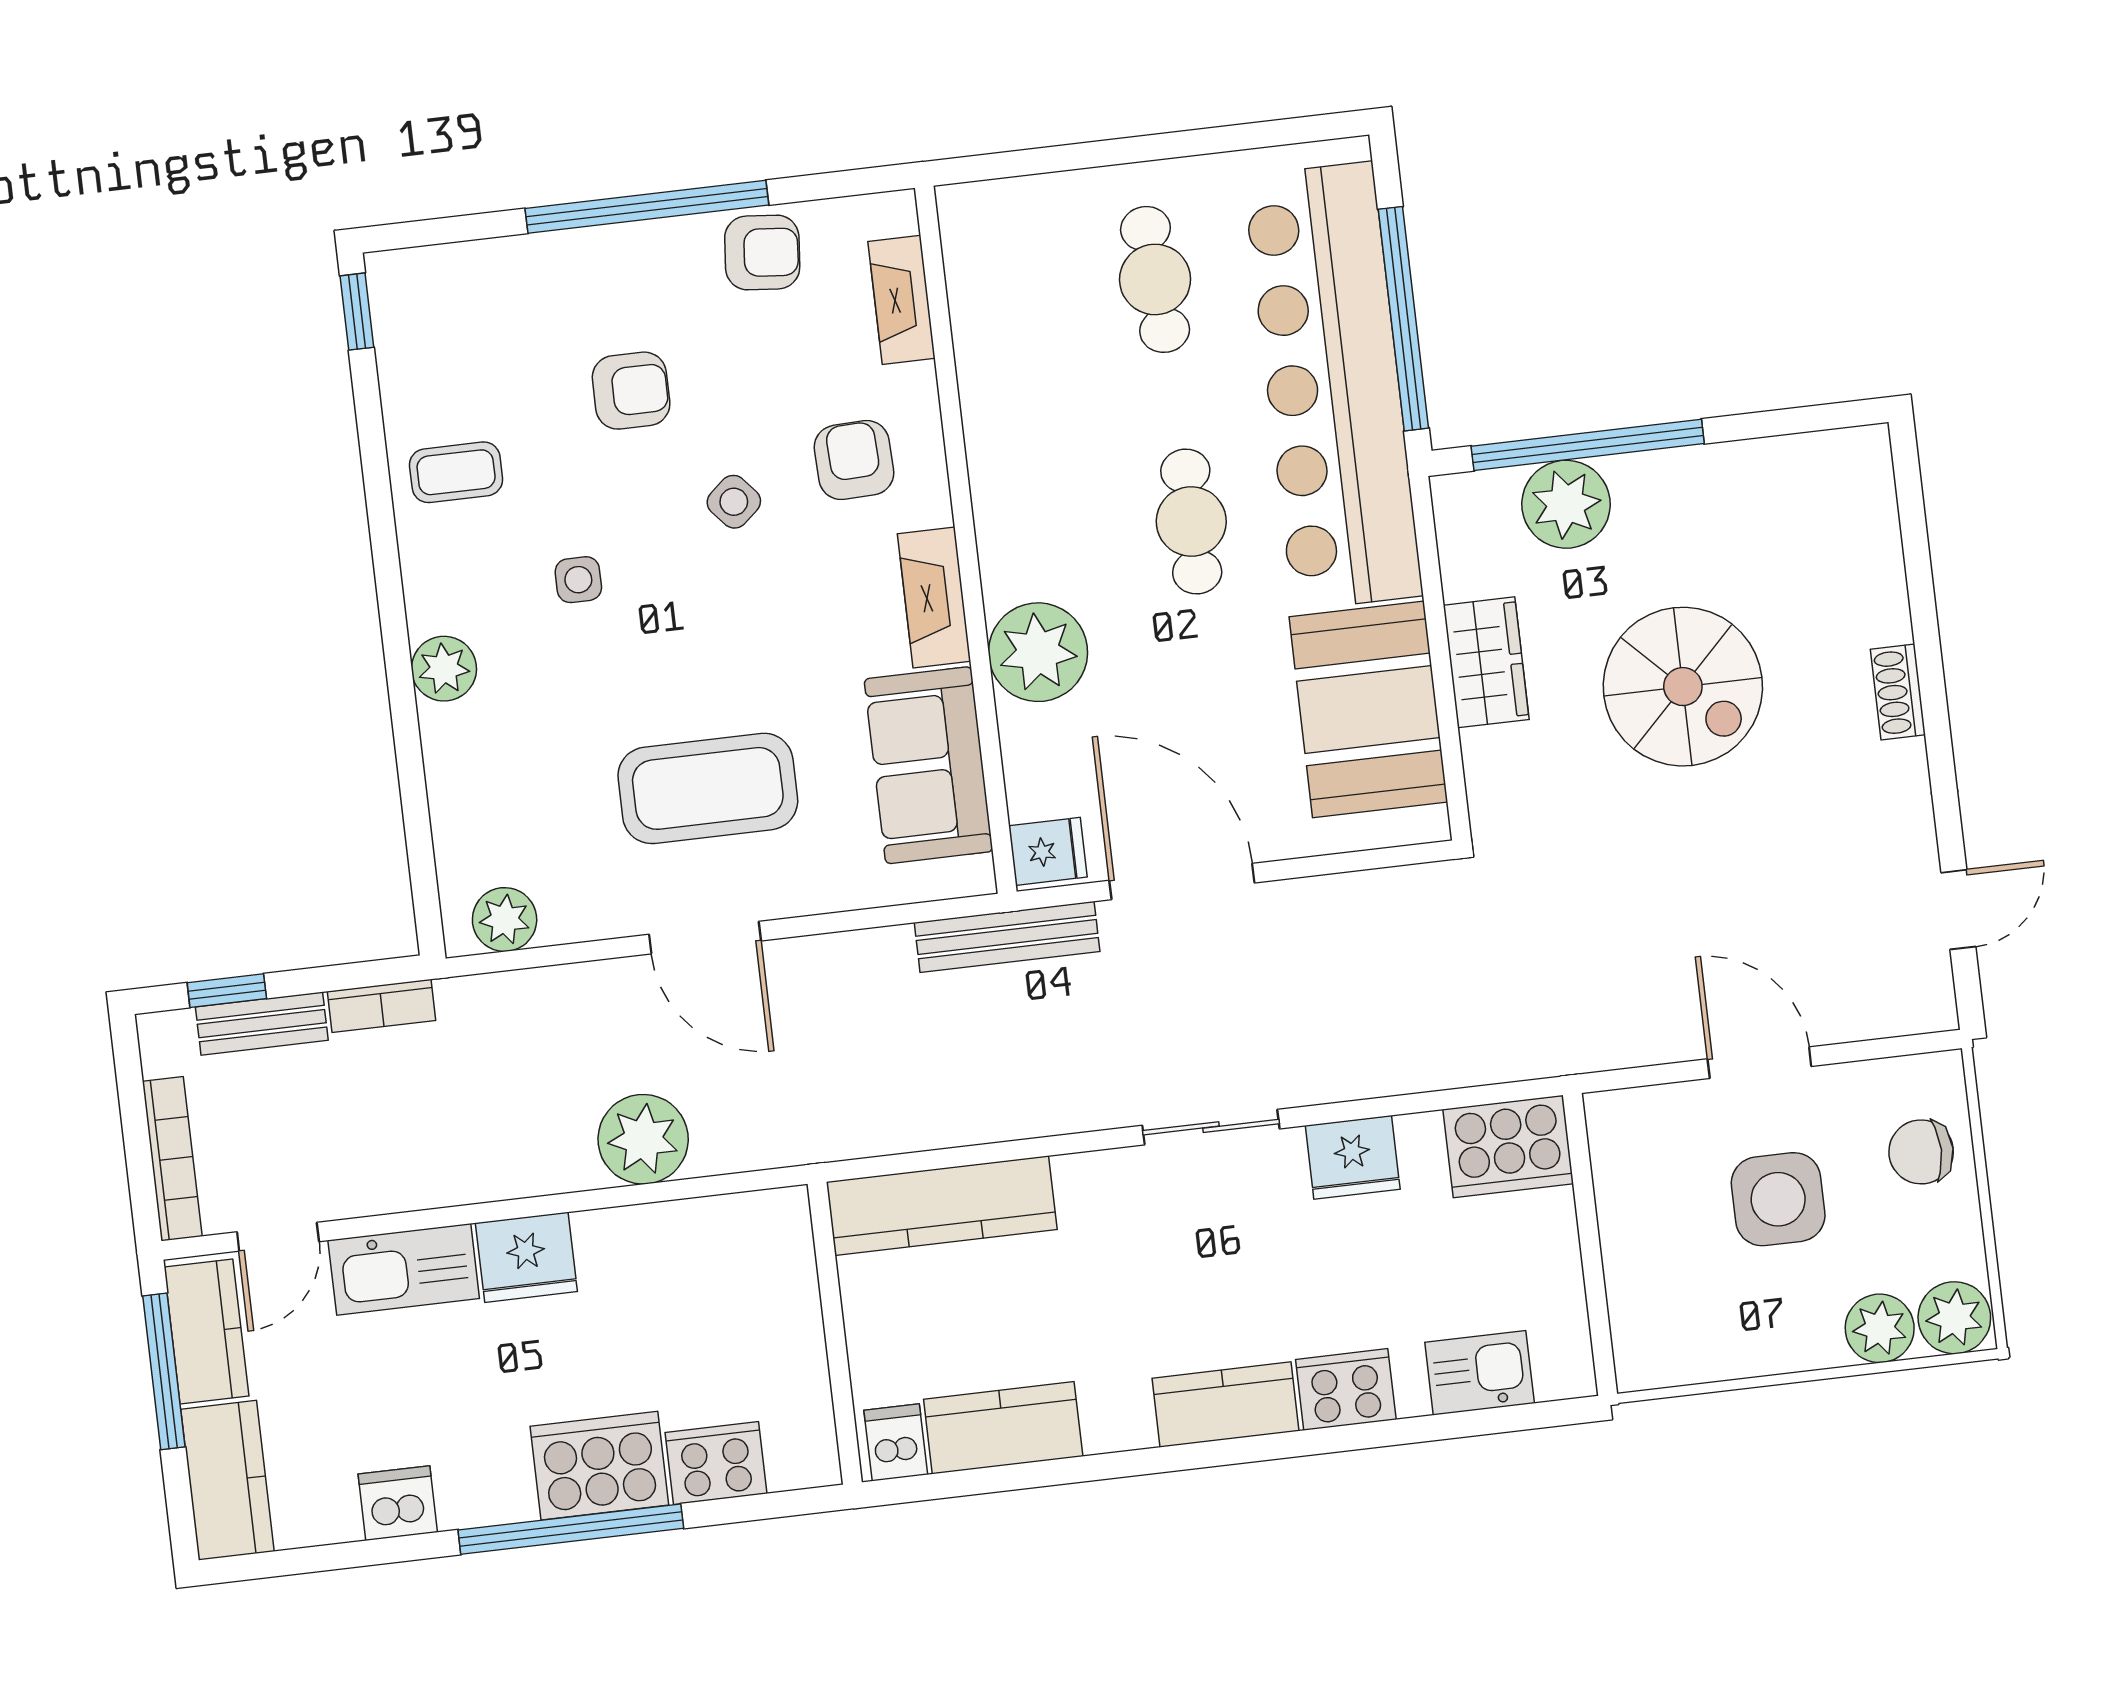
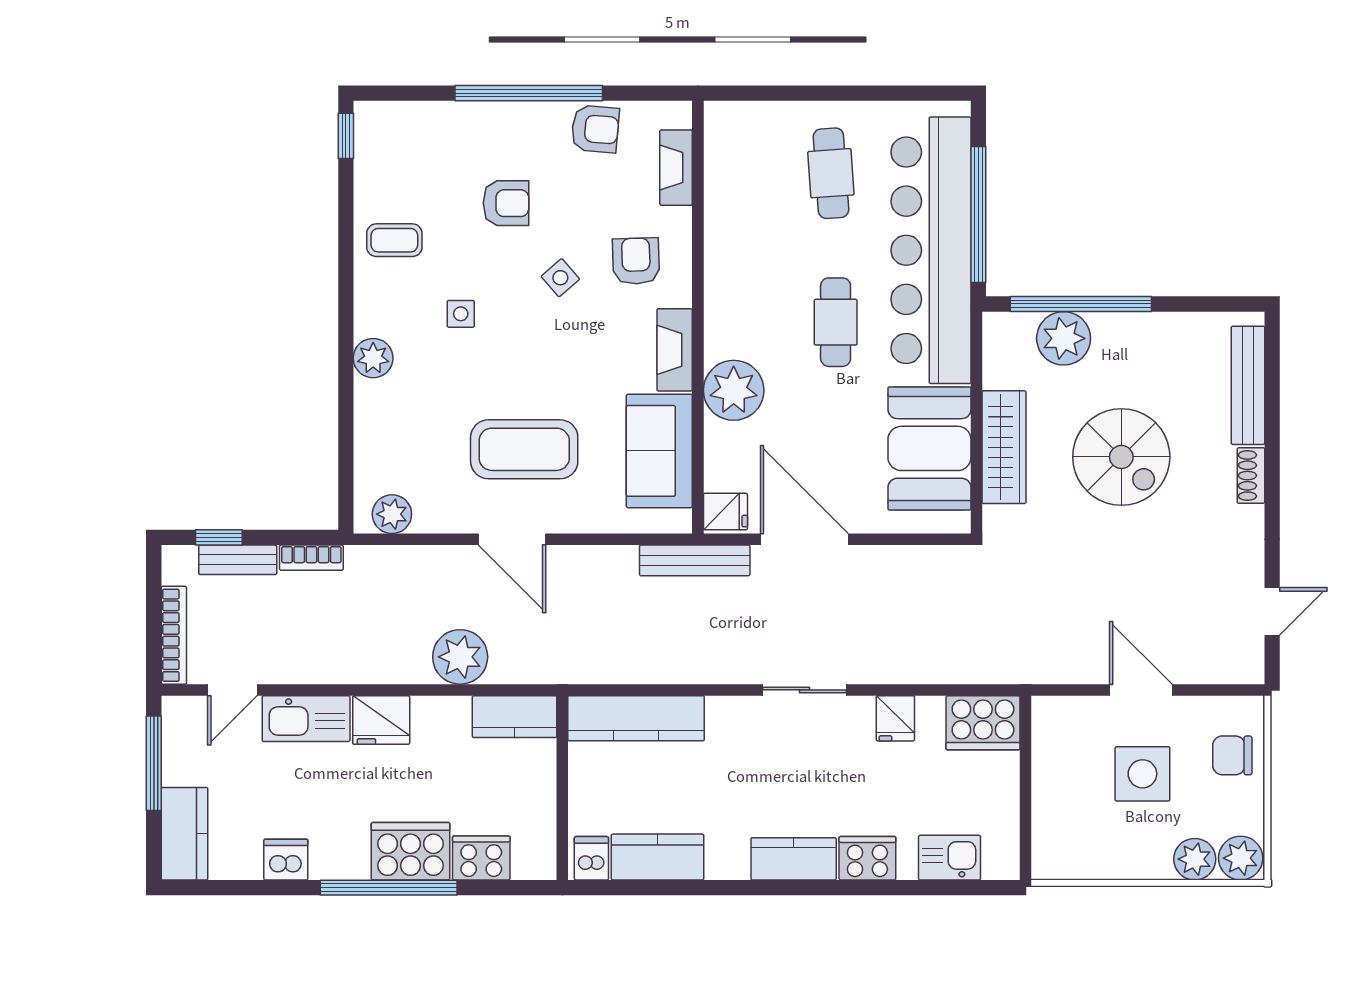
bench: (1876, 545) -> (1248, 385), added
wardrobe: (1486, 662) -> (1004, 447), width x1.50
fridge: (1353, 1157) -> (895, 718), width x0.72
kitchen counter: (206, 1331) -> (515, 717), moved, turned 90

